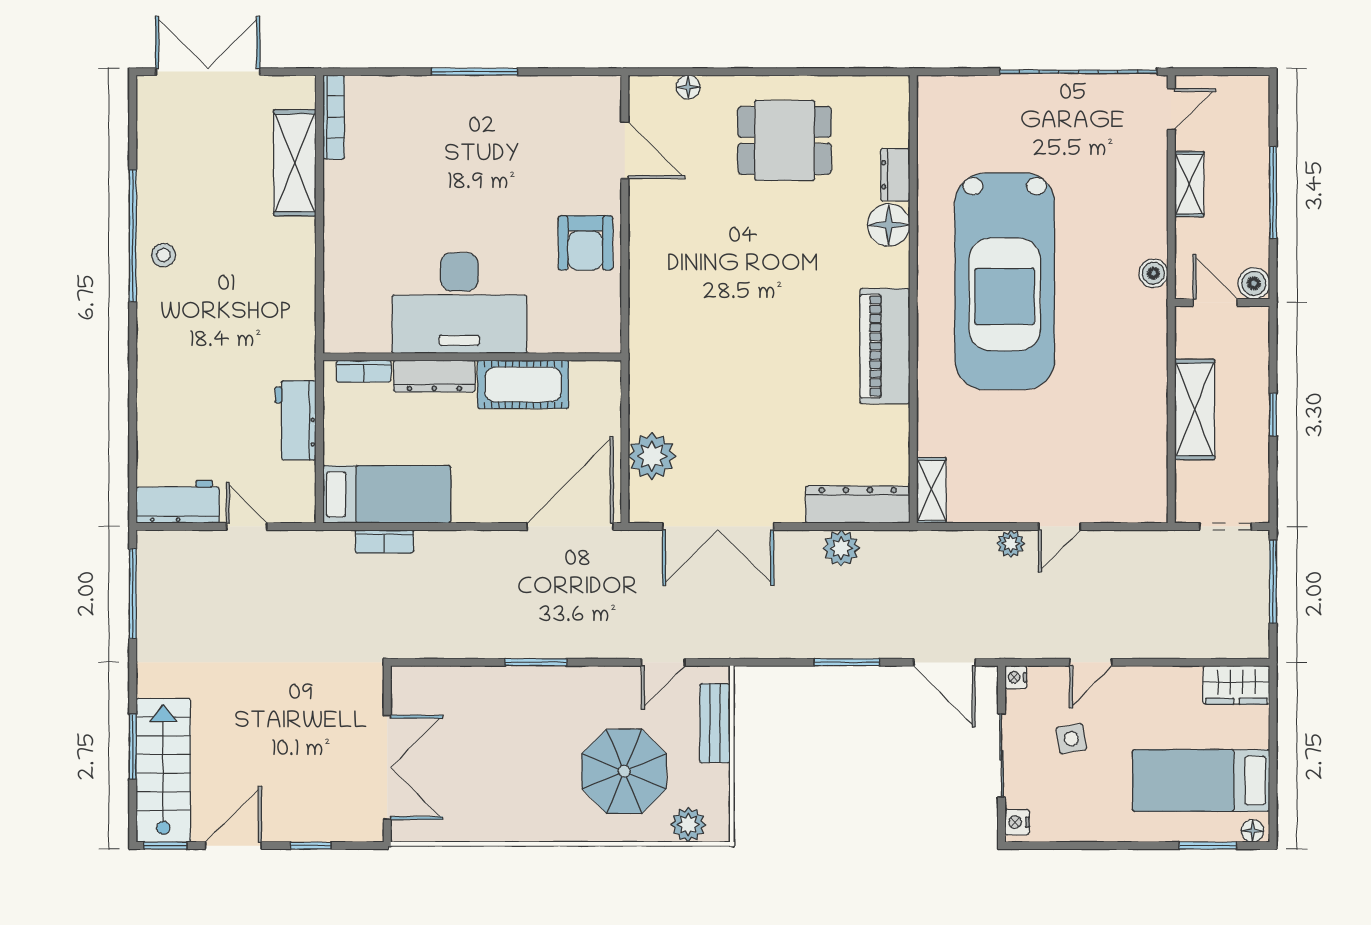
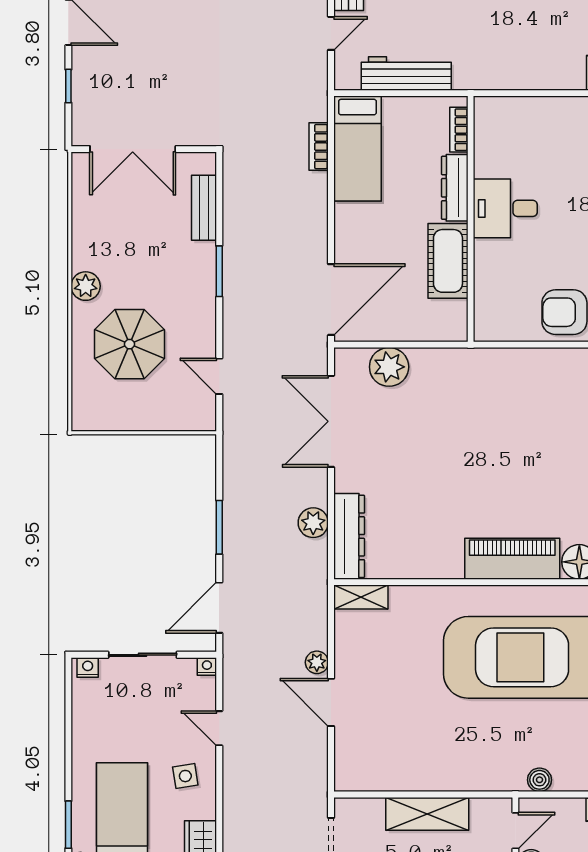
desk: (459, 303) -> (505, 208), width x0.53, depth x0.77
piano: (885, 346) -> (512, 559), moved
workbench: (296, 420) -> (406, 74), width x1.38
door: (570, 527) -> (331, 300), hinge flipped
door: (1059, 527) -> (331, 702), width x1.38
bench: (715, 723) -> (204, 208), moved, turned 90
side table: (1071, 739) -> (185, 776), moved
plant: (688, 825) -> (86, 286), moved

